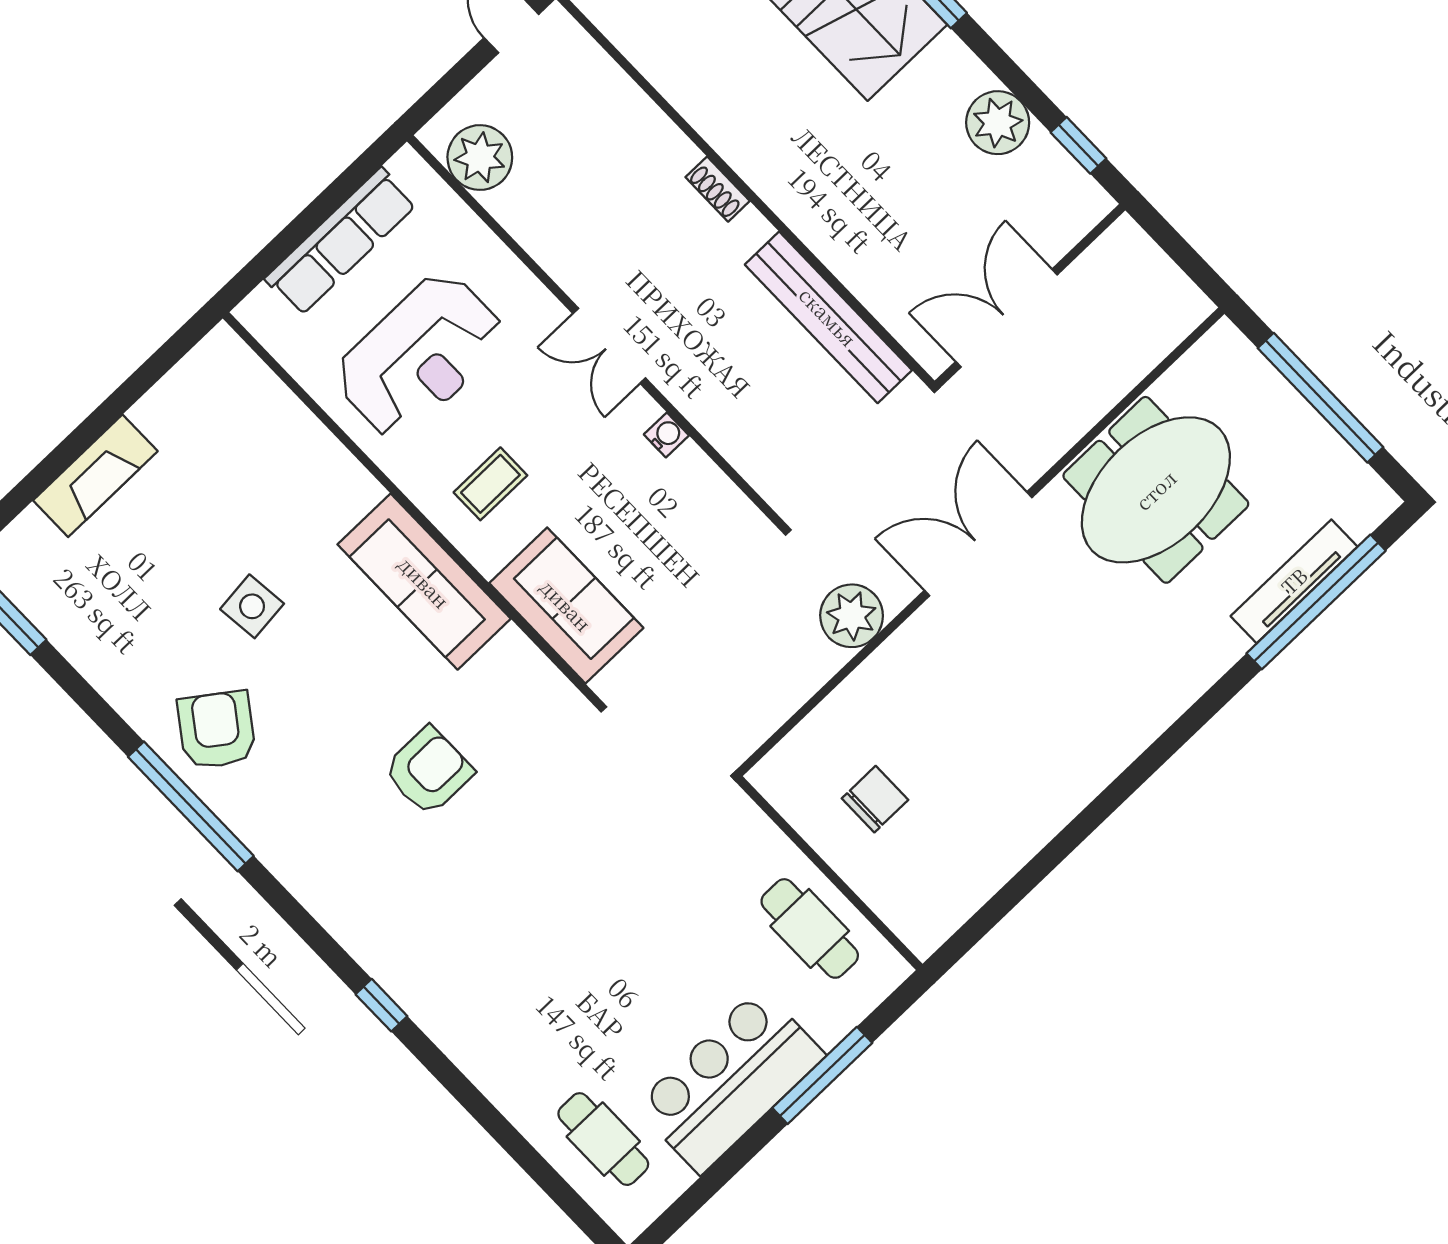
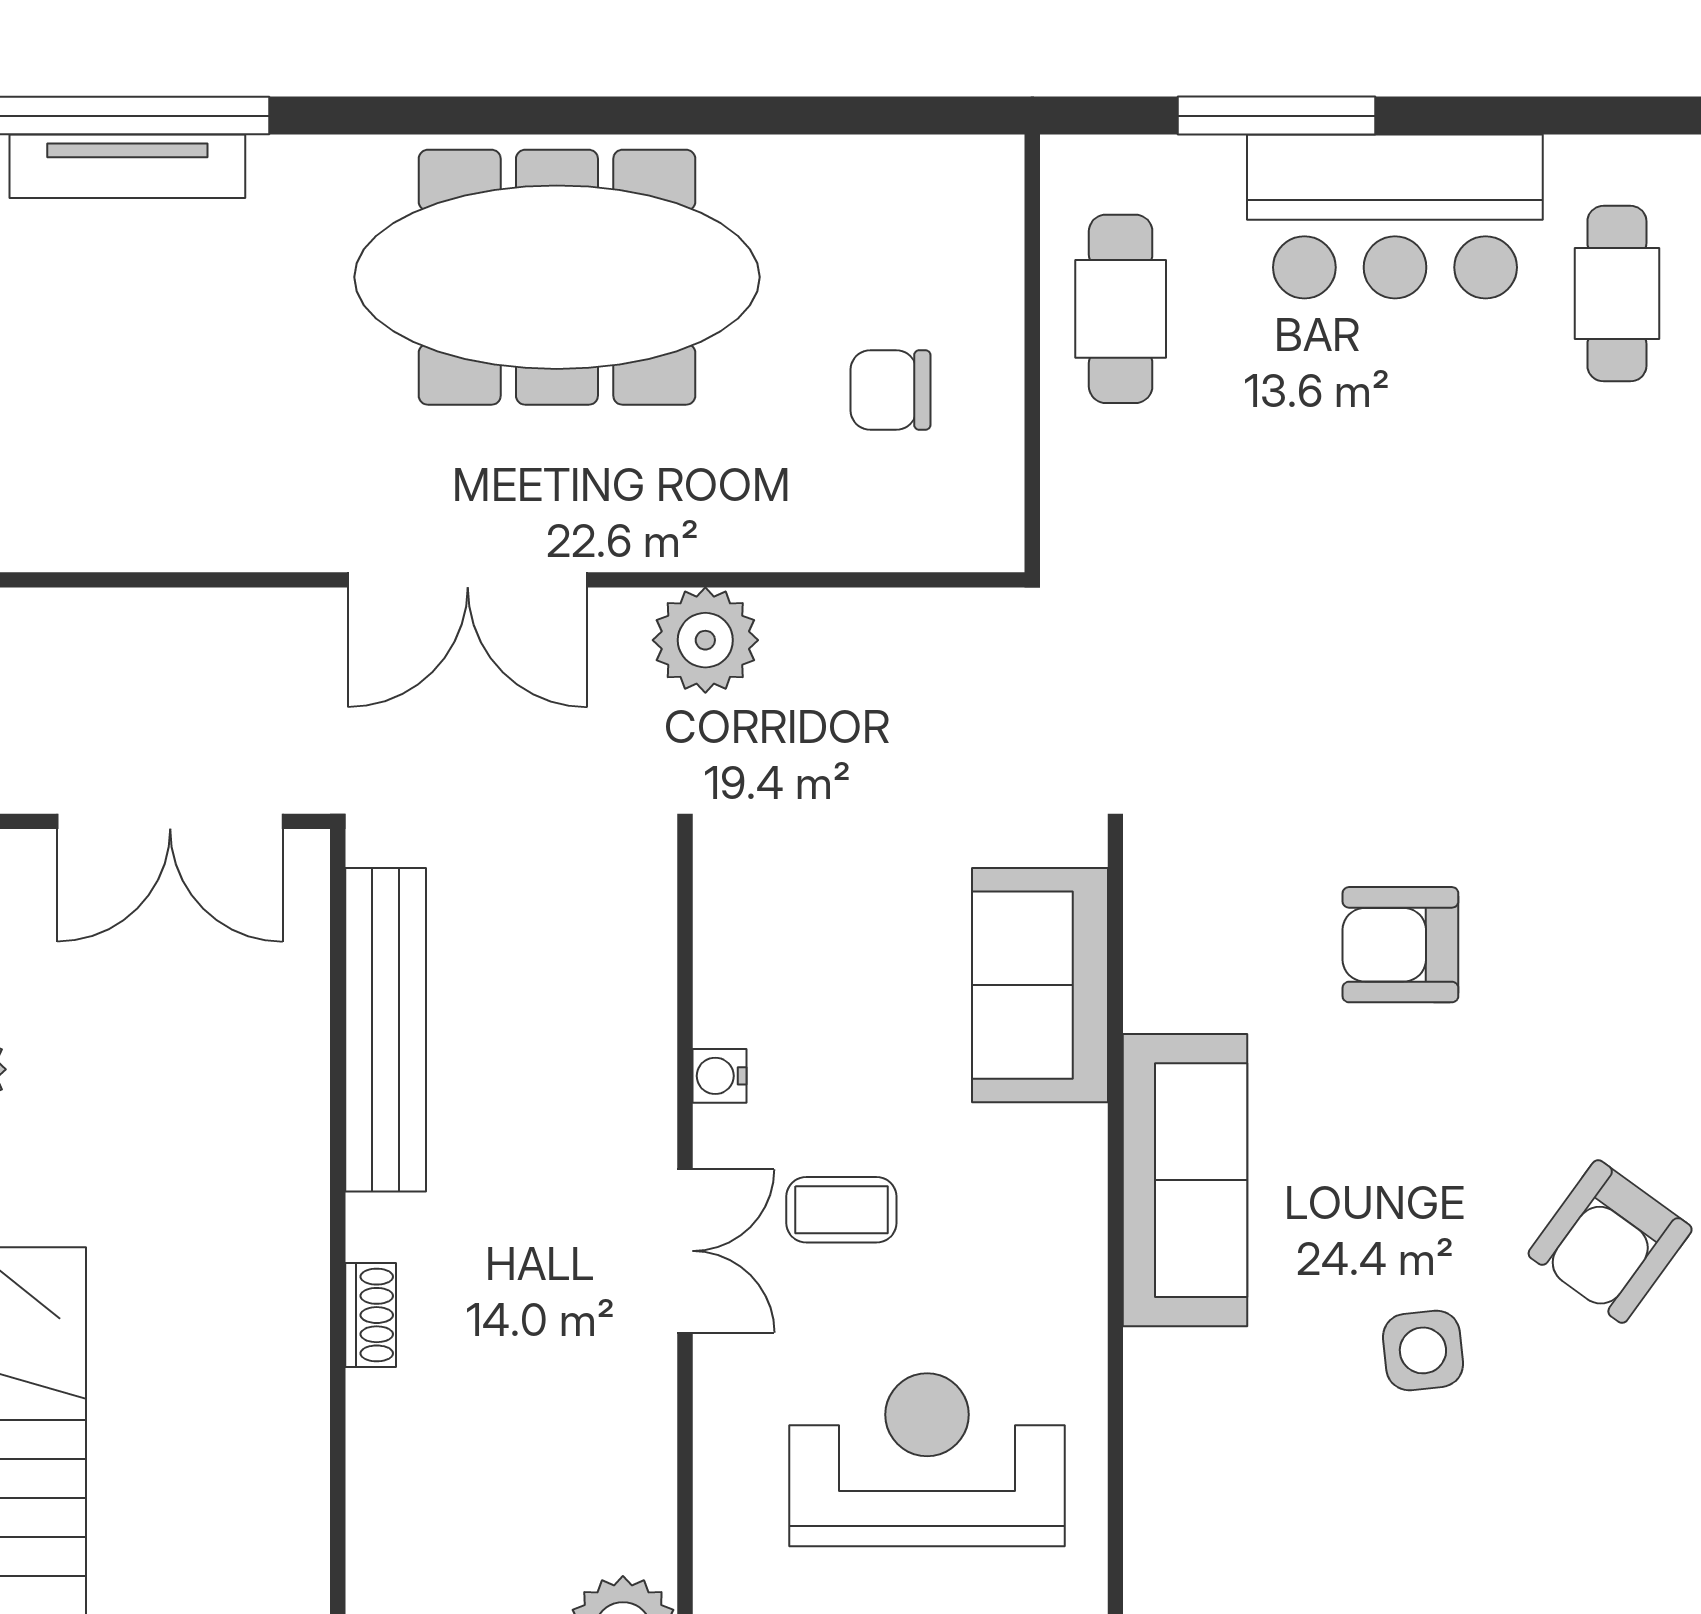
coffee table: (490, 484) -> (841, 1210), moved
meeting table: (1156, 490) -> (557, 277), moved, width x1.36

